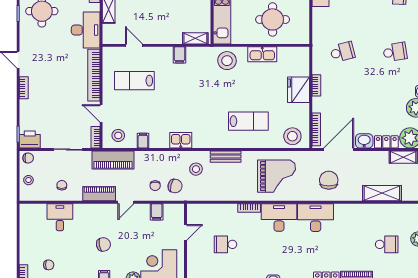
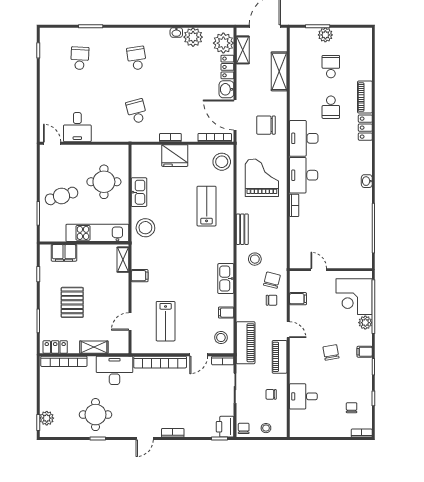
kitchen sink: (181, 140) -> (226, 279), width x1.38
school desk: (225, 244) -> (331, 107), moved

